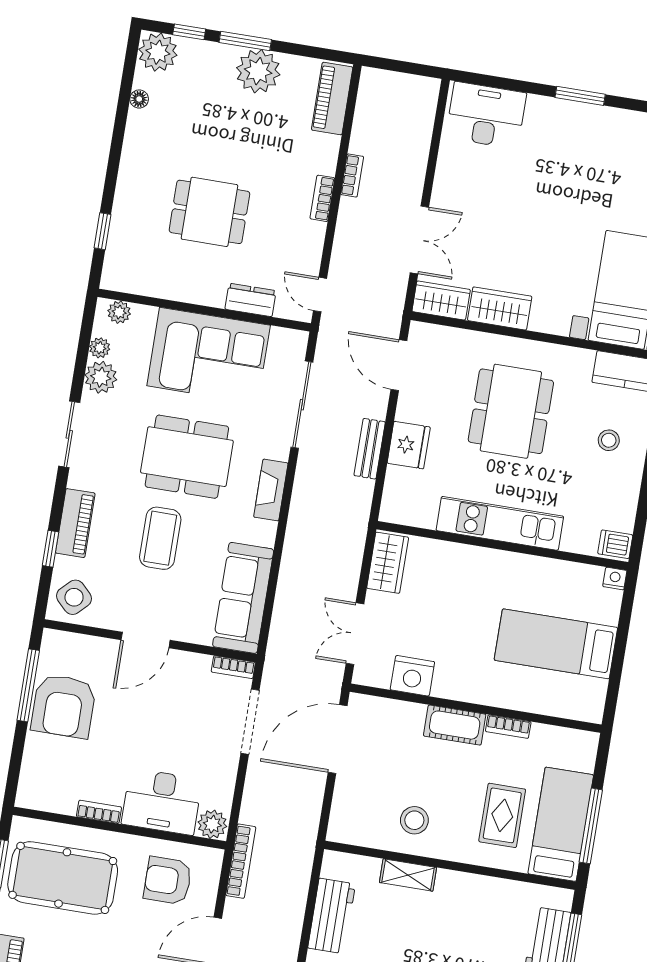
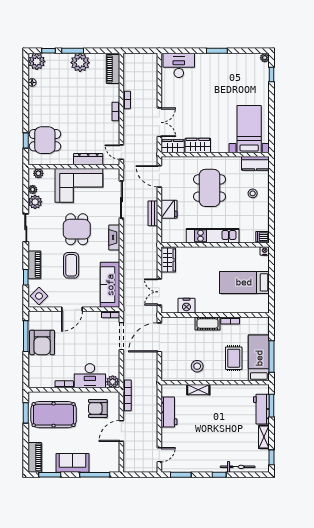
dining table: (209, 212) -> (45, 140), moved
dresser: (251, 300) -> (88, 159), width x1.44
dining table: (187, 457) -> (77, 229), width x0.73

